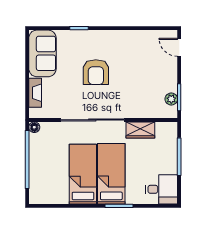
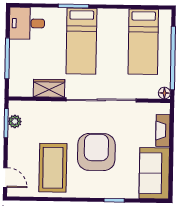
coffee table: (136, 57) -> (53, 168), added
armchair: (96, 72) -> (96, 152), width x1.36, depth x1.36
bed: (83, 174) -> (143, 42), moved

